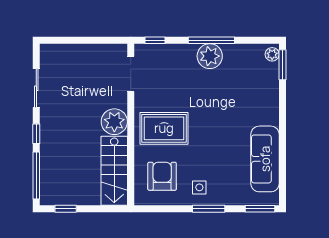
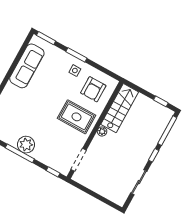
plant: (114, 122) -> (102, 131), width x0.53, depth x0.53

